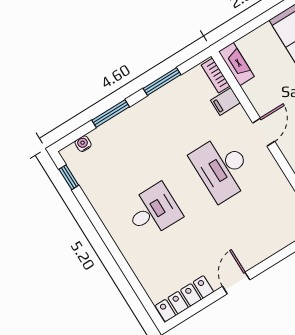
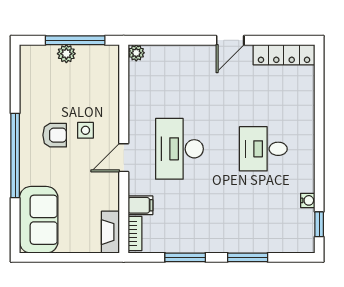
water cooler: (83, 144) -> (308, 200), moved, turned -90
desk: (222, 168) -> (179, 149), turned 180

